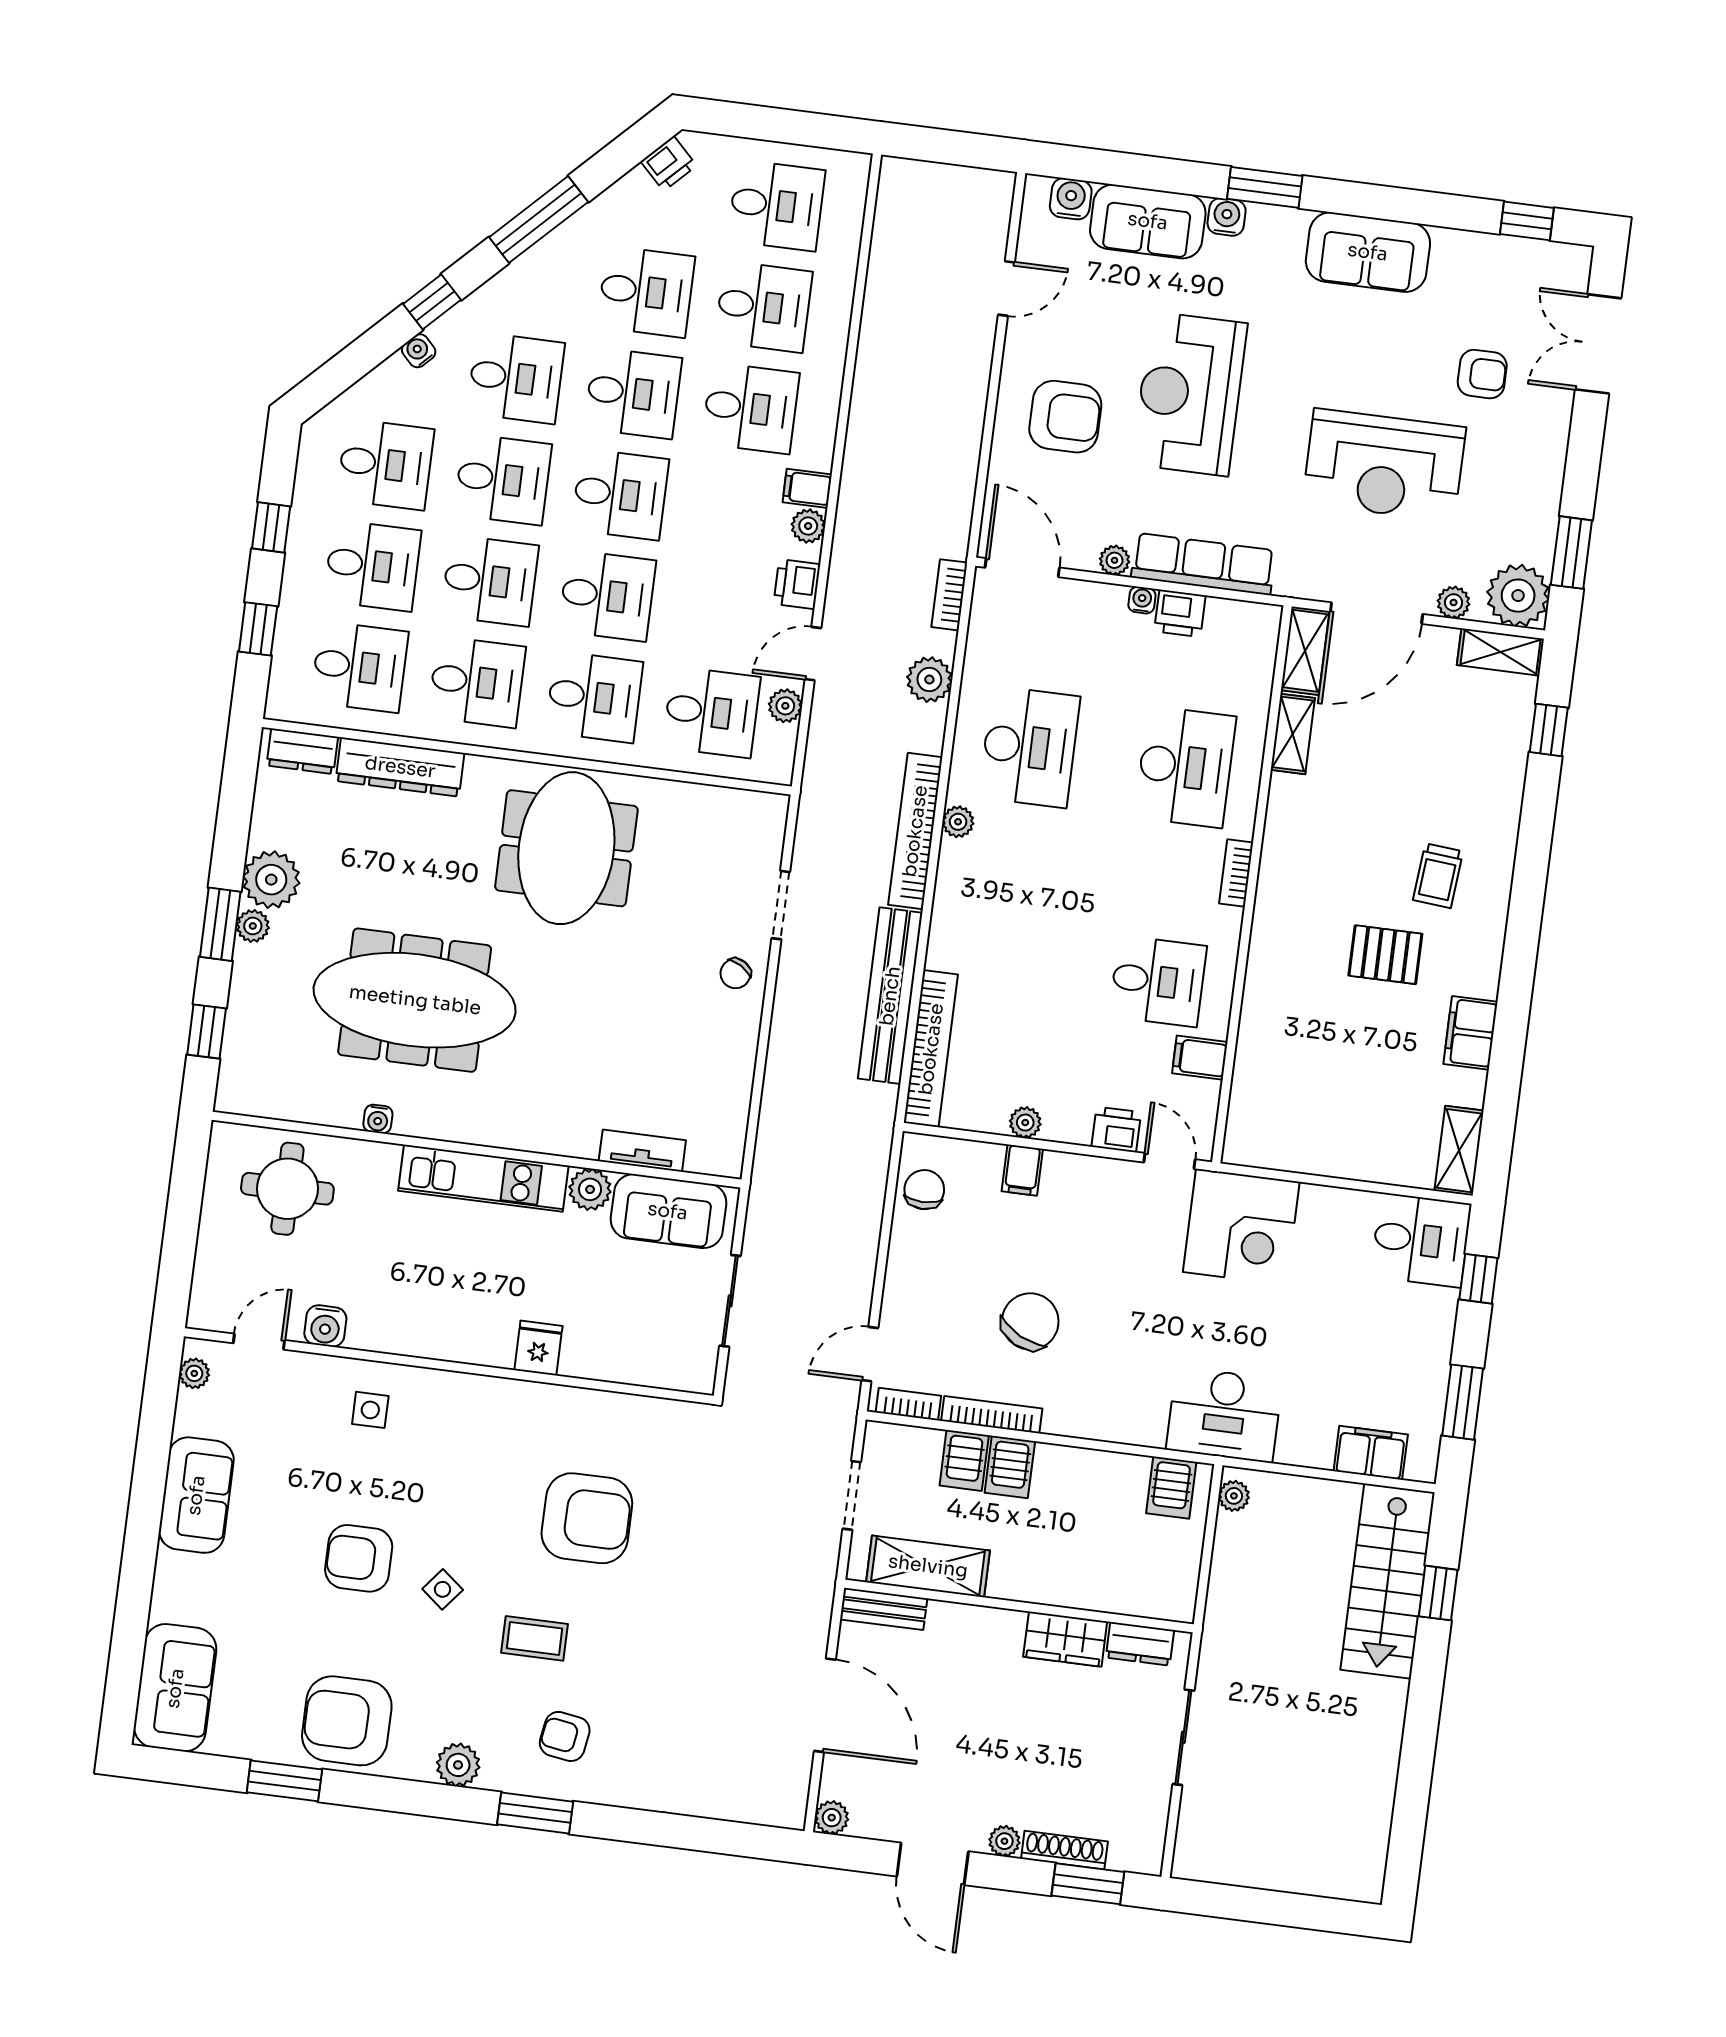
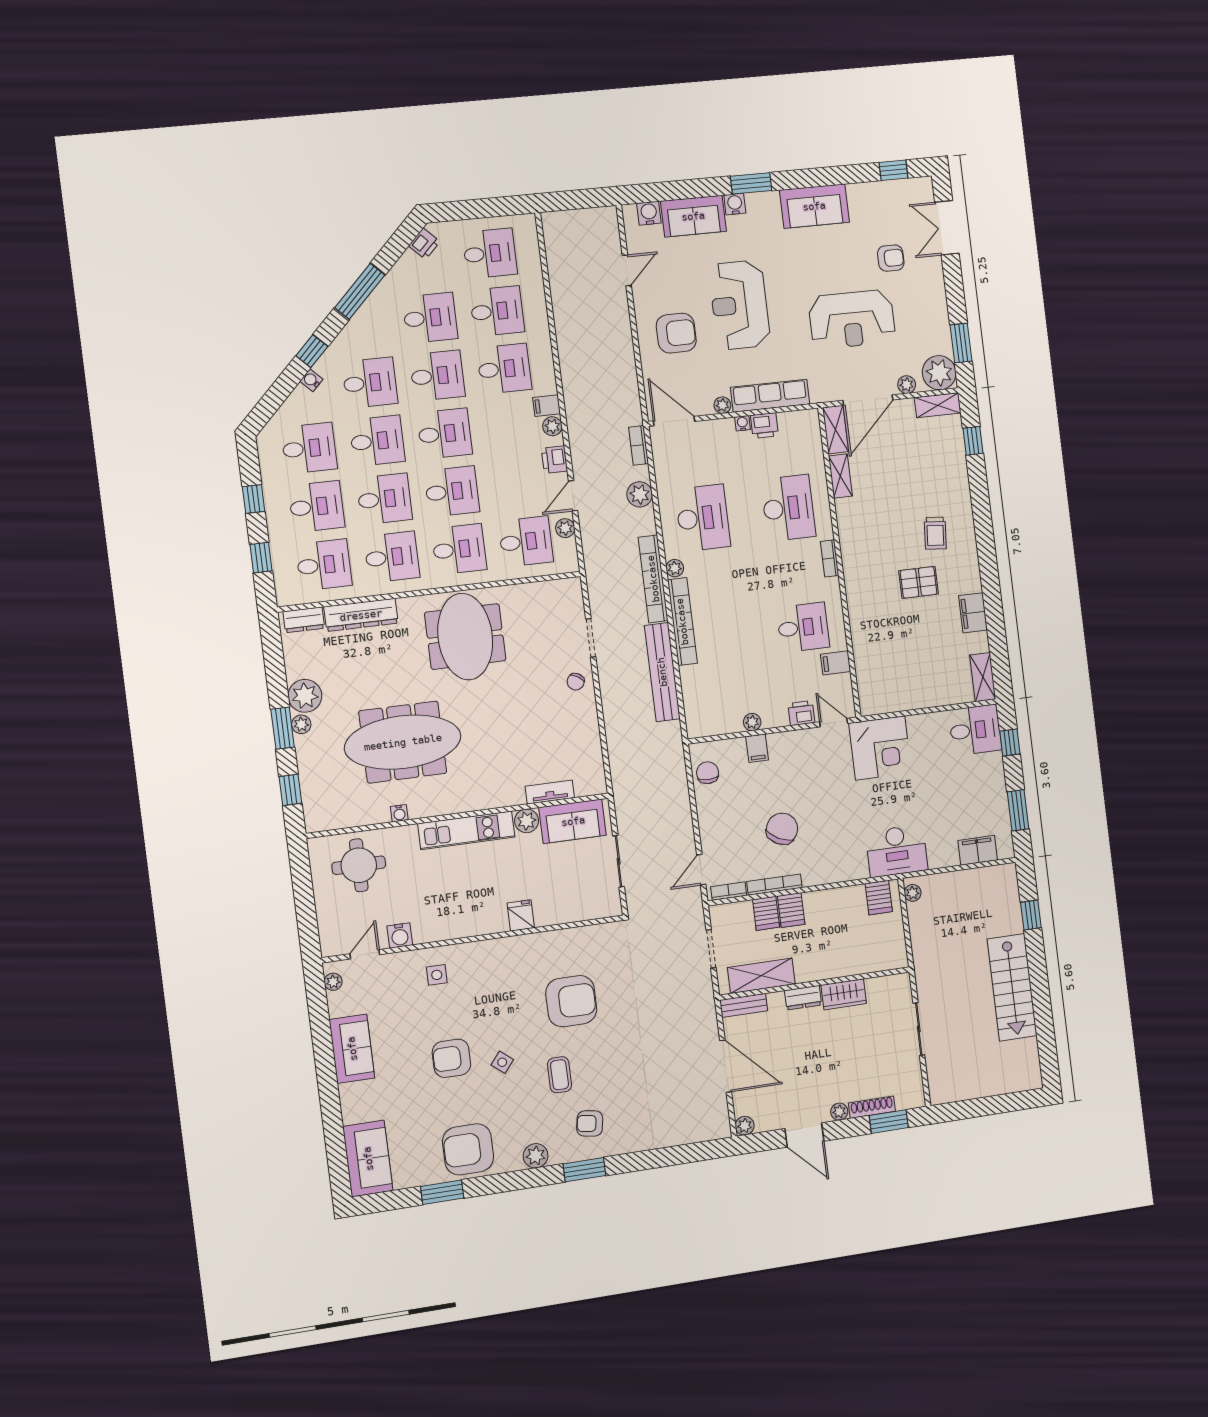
bookcase: (931, 1049) -> (682, 622), moved
stairs: (1388, 1581) -> (1012, 987), moved
coffee table: (535, 1638) -> (560, 1075), turned 90
dresser: (1140, 1644) -> (803, 998), moved

